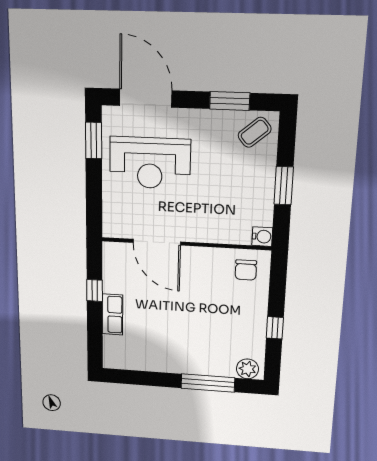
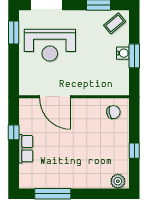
water cooler: (262, 237) -> (123, 53), moved
chair: (246, 270) -> (113, 112), turned -100
window: (208, 383) -> (53, 194), moved

